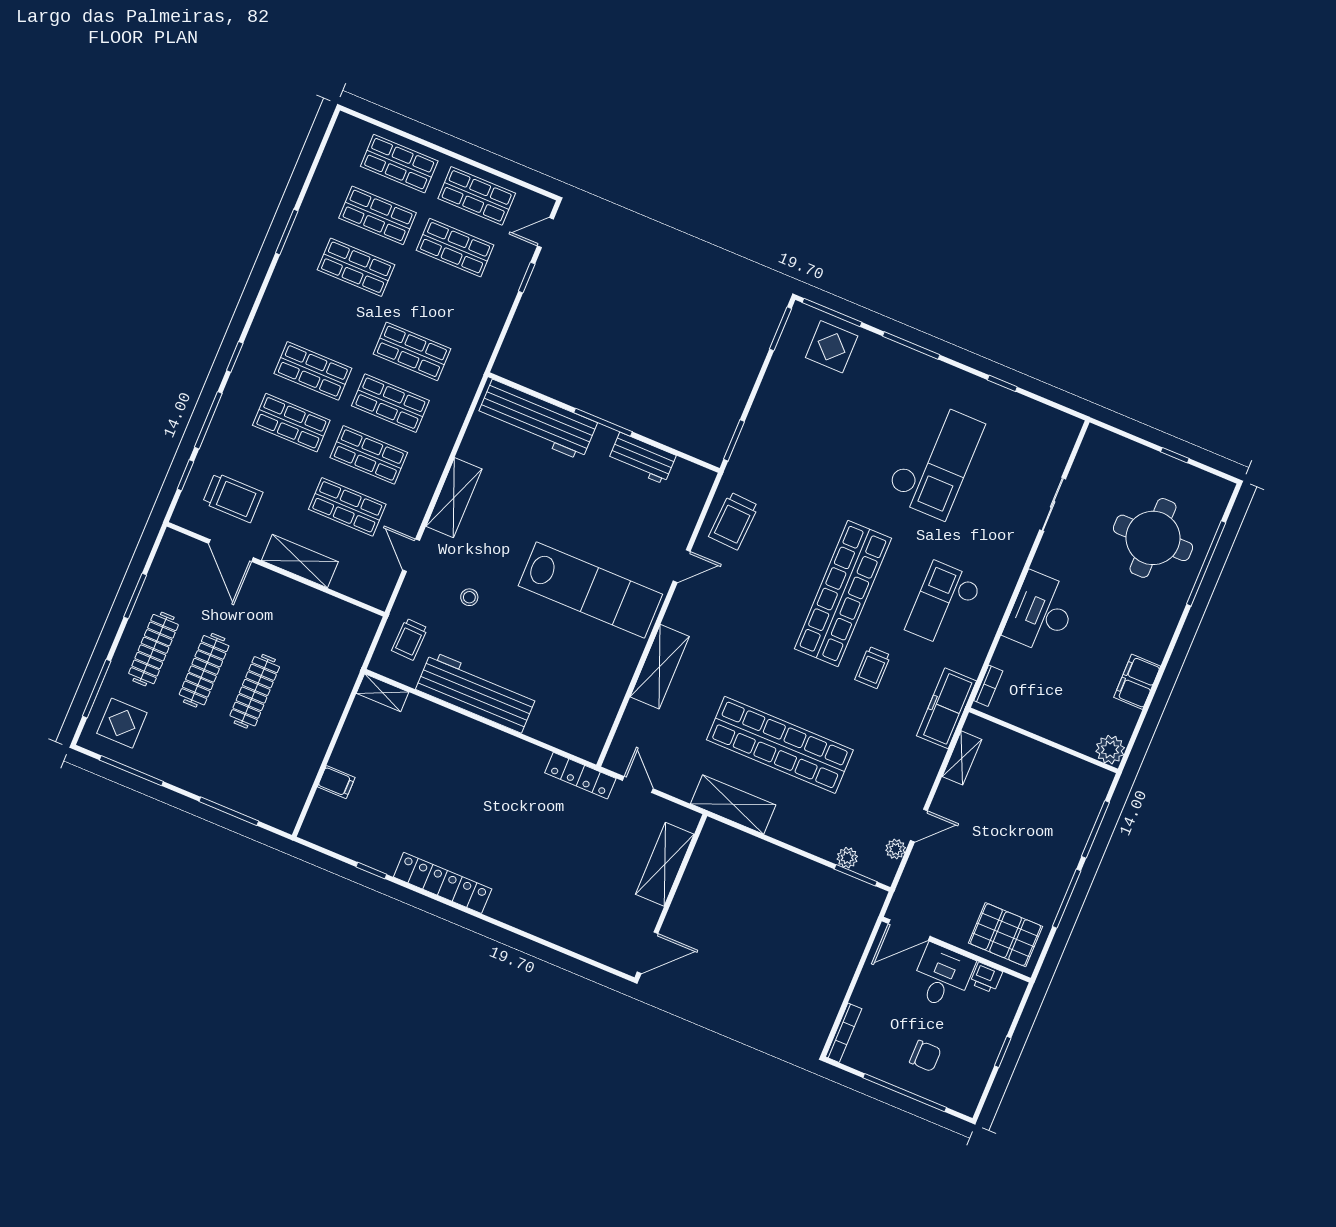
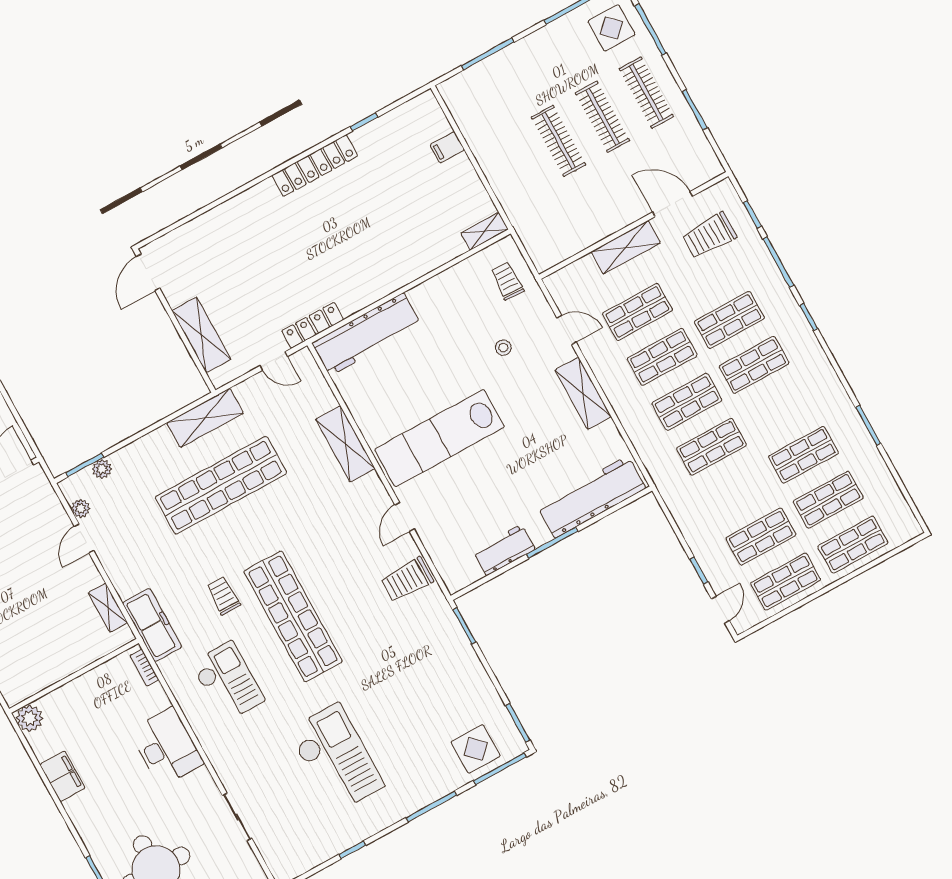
checkout: (935, 460) -> (336, 758), turned 180
trolley: (734, 521) -> (407, 580), turned -93
workbench: (476, 692) -> (367, 334), moved

